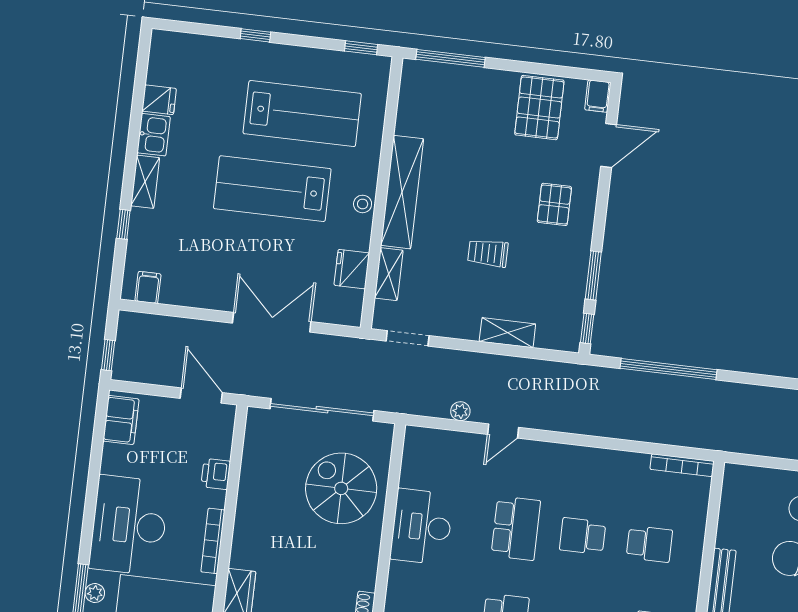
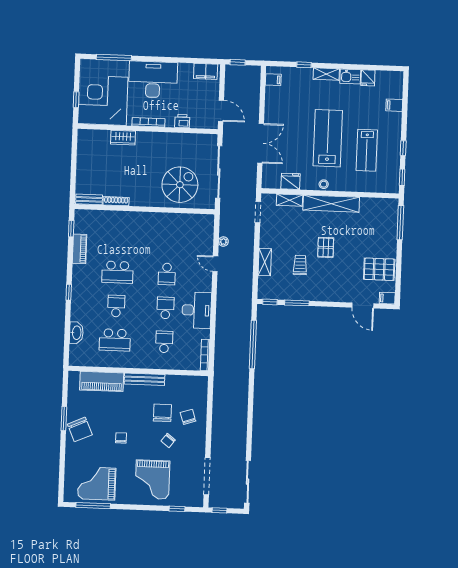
window: (255, 35) -> (403, 148), moved
filing cabinet: (217, 52) -> (394, 105), added
lab bench: (302, 114) -> (367, 150), width x0.73, depth x0.72
pallet: (554, 204) -> (326, 247), moved, turned 90
trolley: (488, 253) -> (300, 265), moved
door: (201, 395) -> (221, 111), hinge flipped
desk: (422, 527) -> (197, 310), moved, turned 90
school desk: (516, 528) -> (167, 274), width x0.54
school desk: (649, 544) -> (164, 342), turned 180
plant: (95, 593) -> (118, 65), removed

